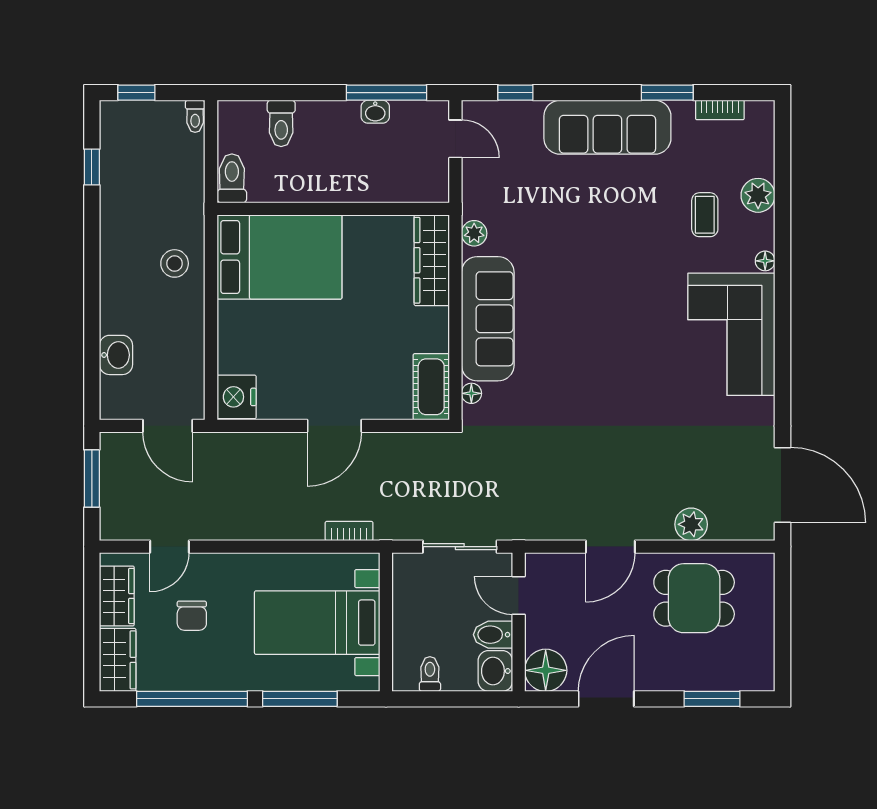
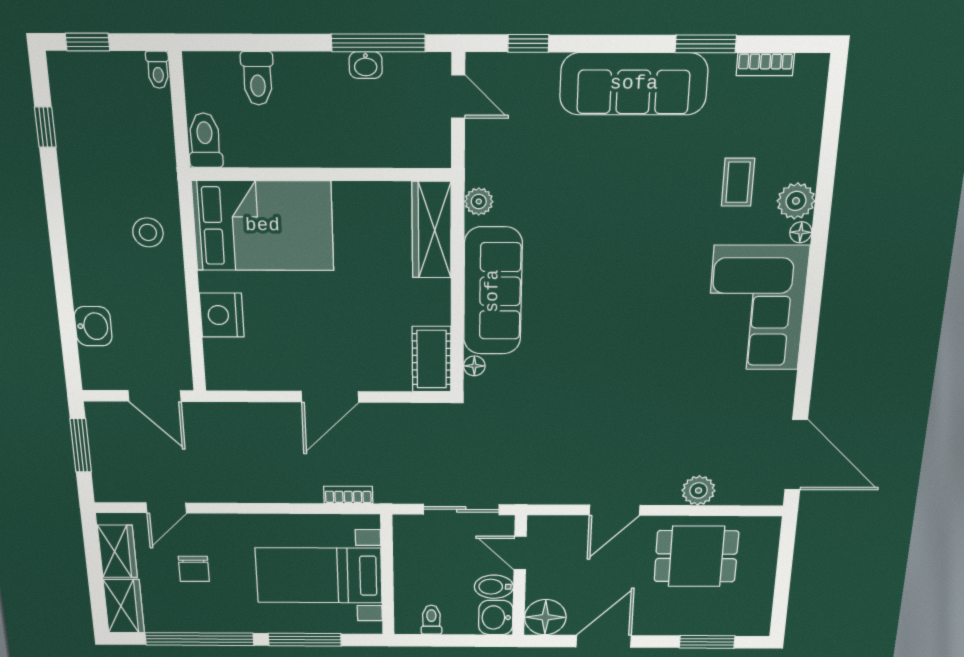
plant: (758, 195) -> (796, 201), moved
nightstand: (237, 397) -> (222, 315), moved

